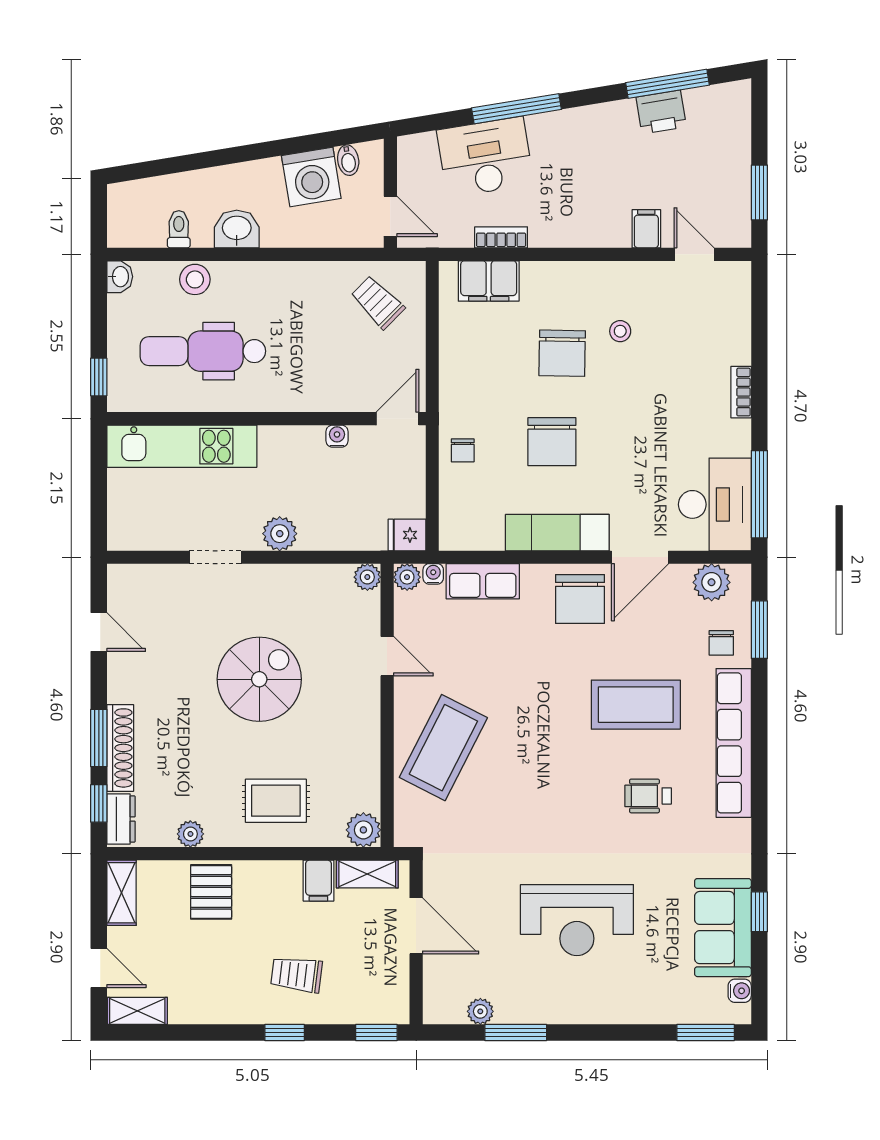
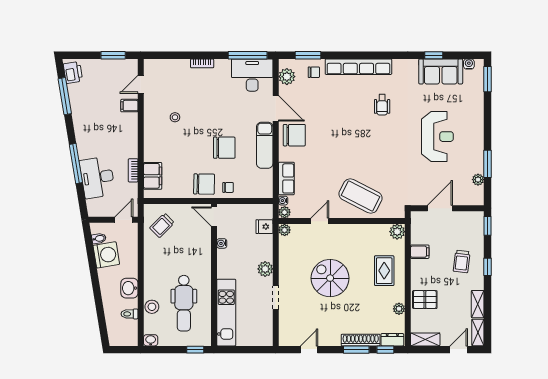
printer: (661, 112) -> (73, 72), moved
chair: (562, 353) -> (204, 184), moved
fridge: (407, 535) -> (264, 227), moved, turned 90
coffee table: (636, 705) -> (341, 110), removed
shelving: (367, 874) -> (478, 304), moved

